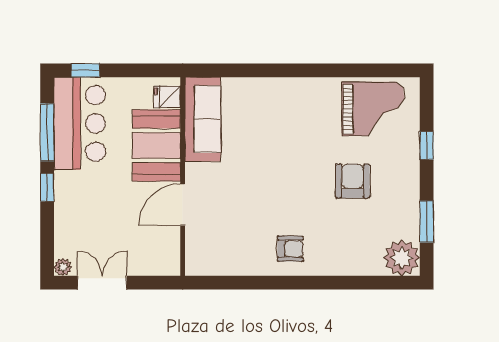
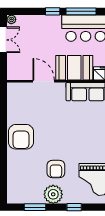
armchair: (353, 181) -> (56, 169), turned 90
armchair: (290, 249) -> (21, 137), width x1.88, depth x1.88
plant: (402, 258) -> (53, 194), moved

